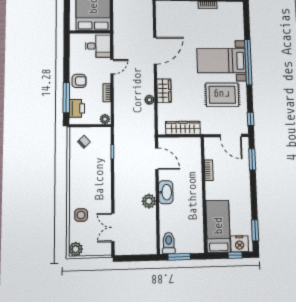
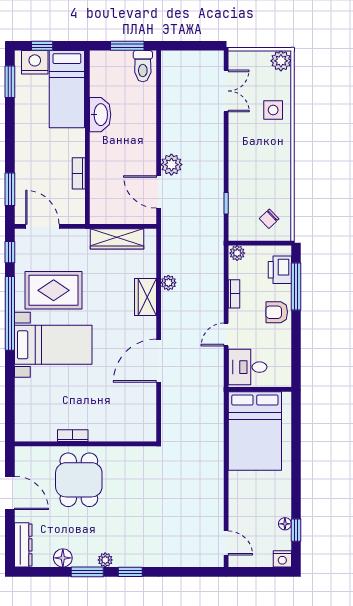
window: (248, 62) -> (10, 313), moved
washbasin: (166, 192) -> (100, 115), moved, turned 180
plant: (149, 201) -> (171, 165), moved

